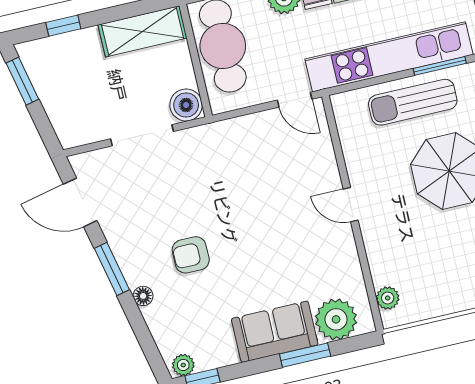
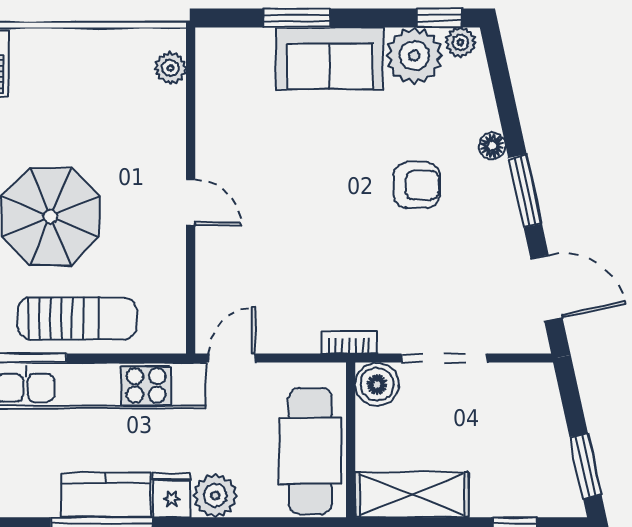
door: (295, 100) -> (232, 358), hinge flipped
bookcase: (213, 131) -> (349, 342), added
plant: (336, 319) -> (414, 56), moved

